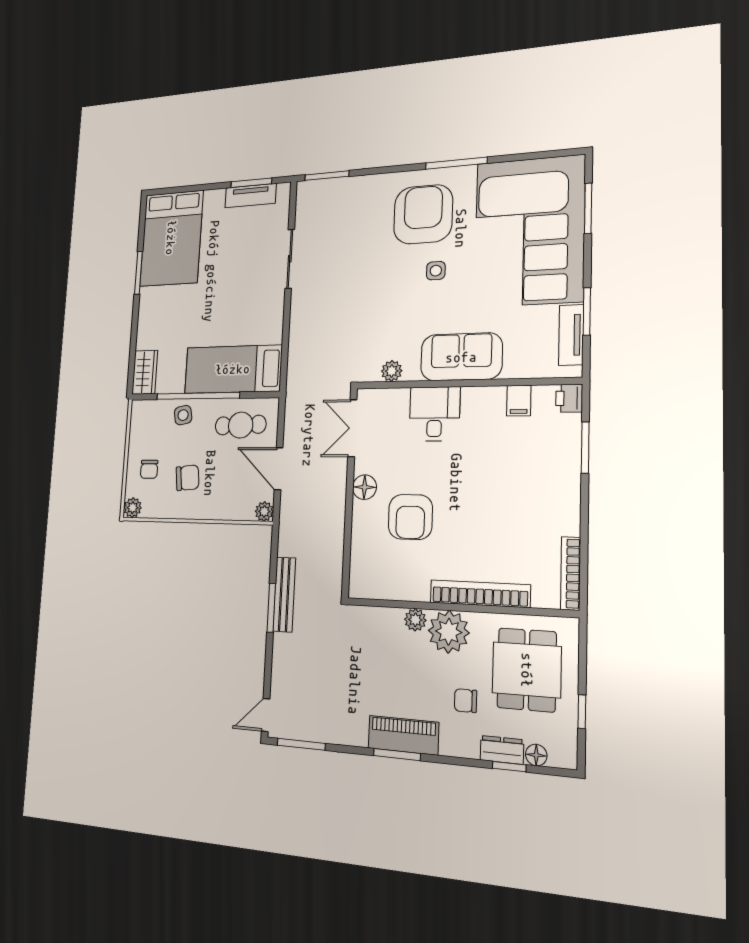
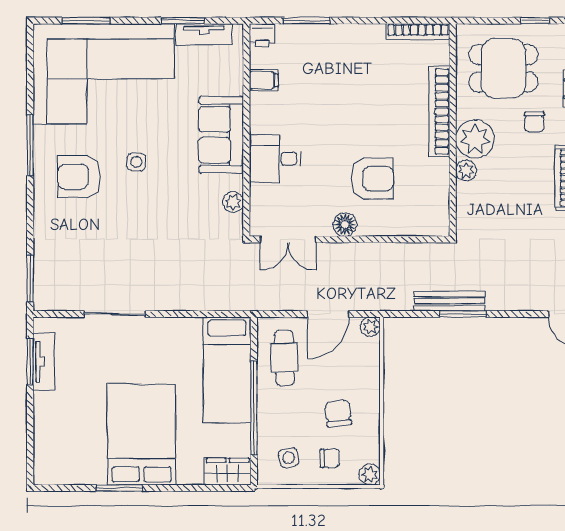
armchair: (423, 214) -> (79, 176), width x0.73, depth x0.73
bed: (171, 238) -> (142, 435), moved, turned -90
side table: (183, 415) -> (289, 458), moved

